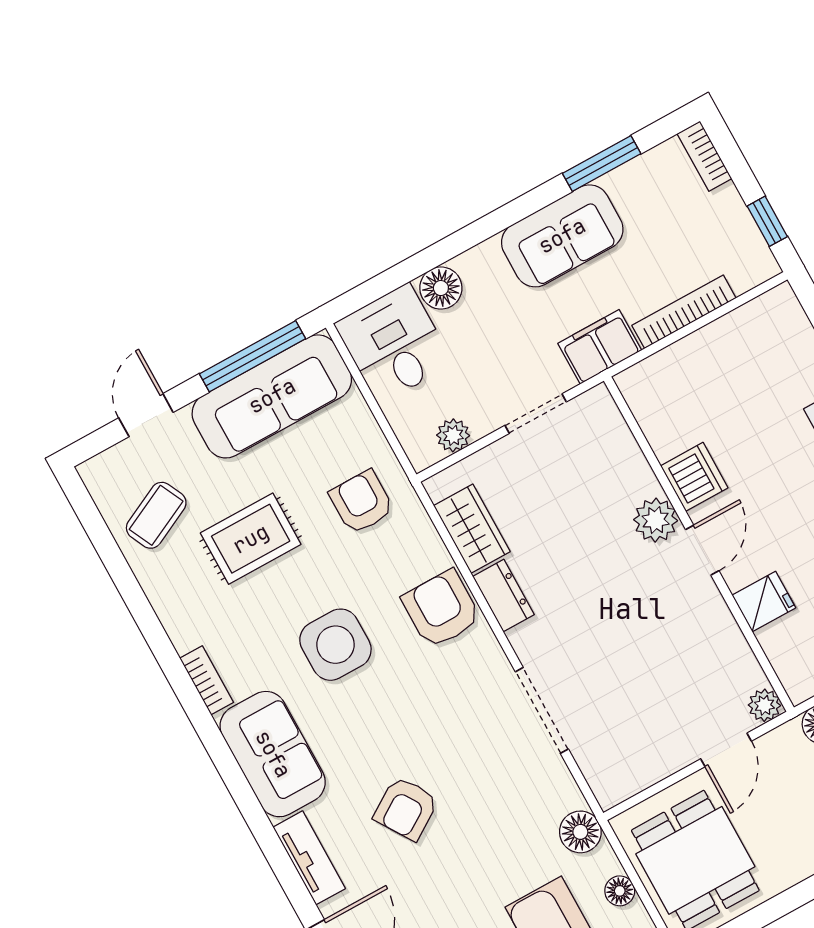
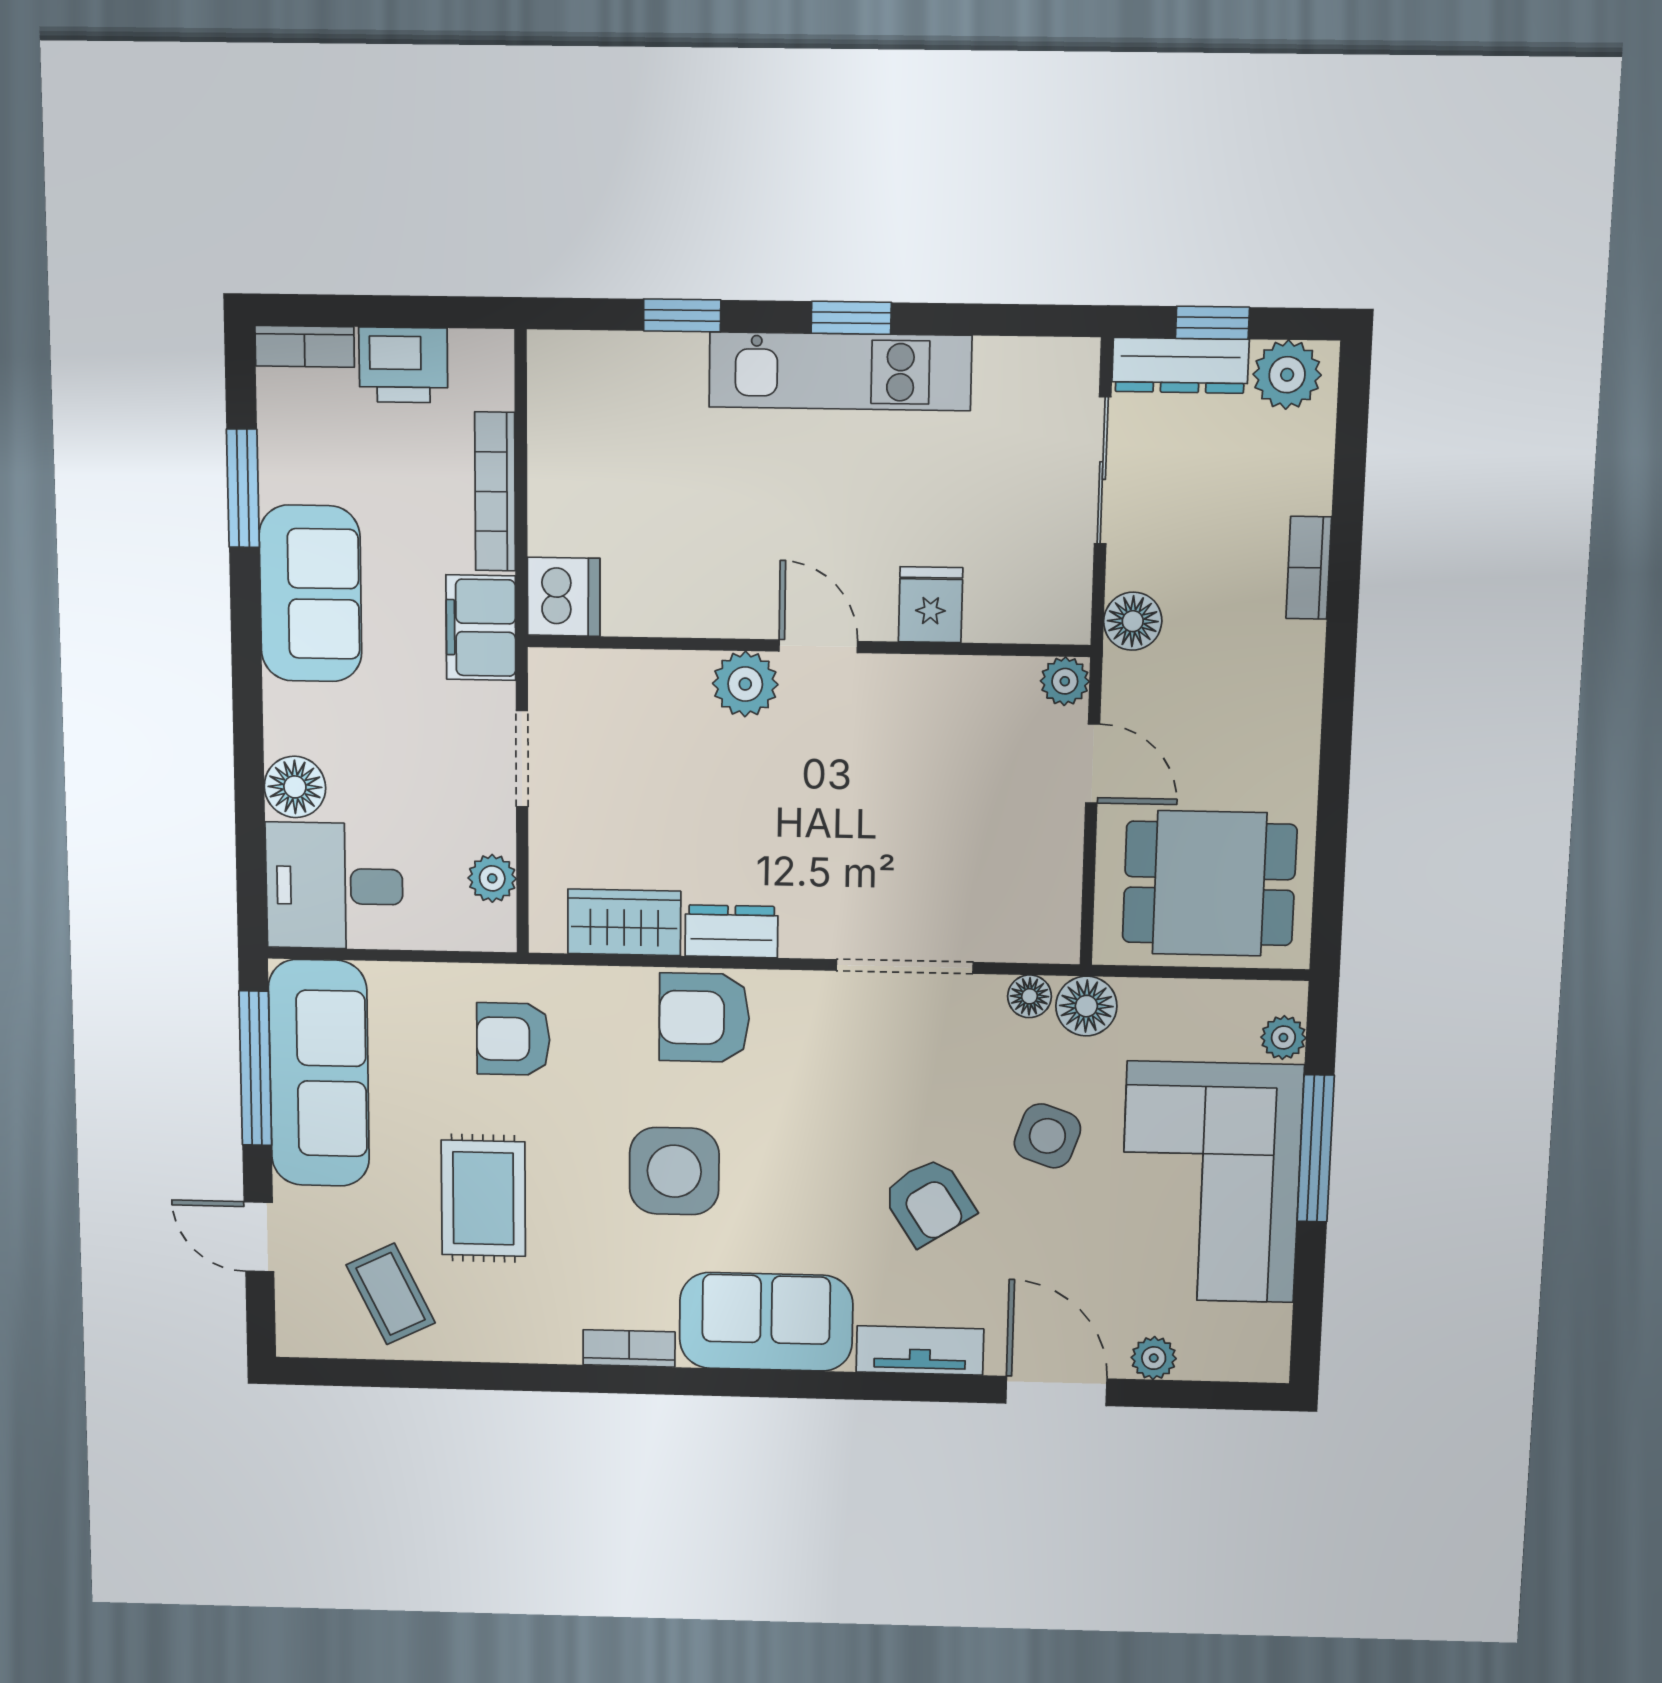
printer: (726, 219) -> (403, 365), added
window: (767, 221) -> (436, 312), removed
dishwasher: (694, 477) -> (564, 597), moved, turned 90
side table: (488, 856) -> (1047, 1136), added
floor lamp: (620, 891) -> (1030, 996), moved

